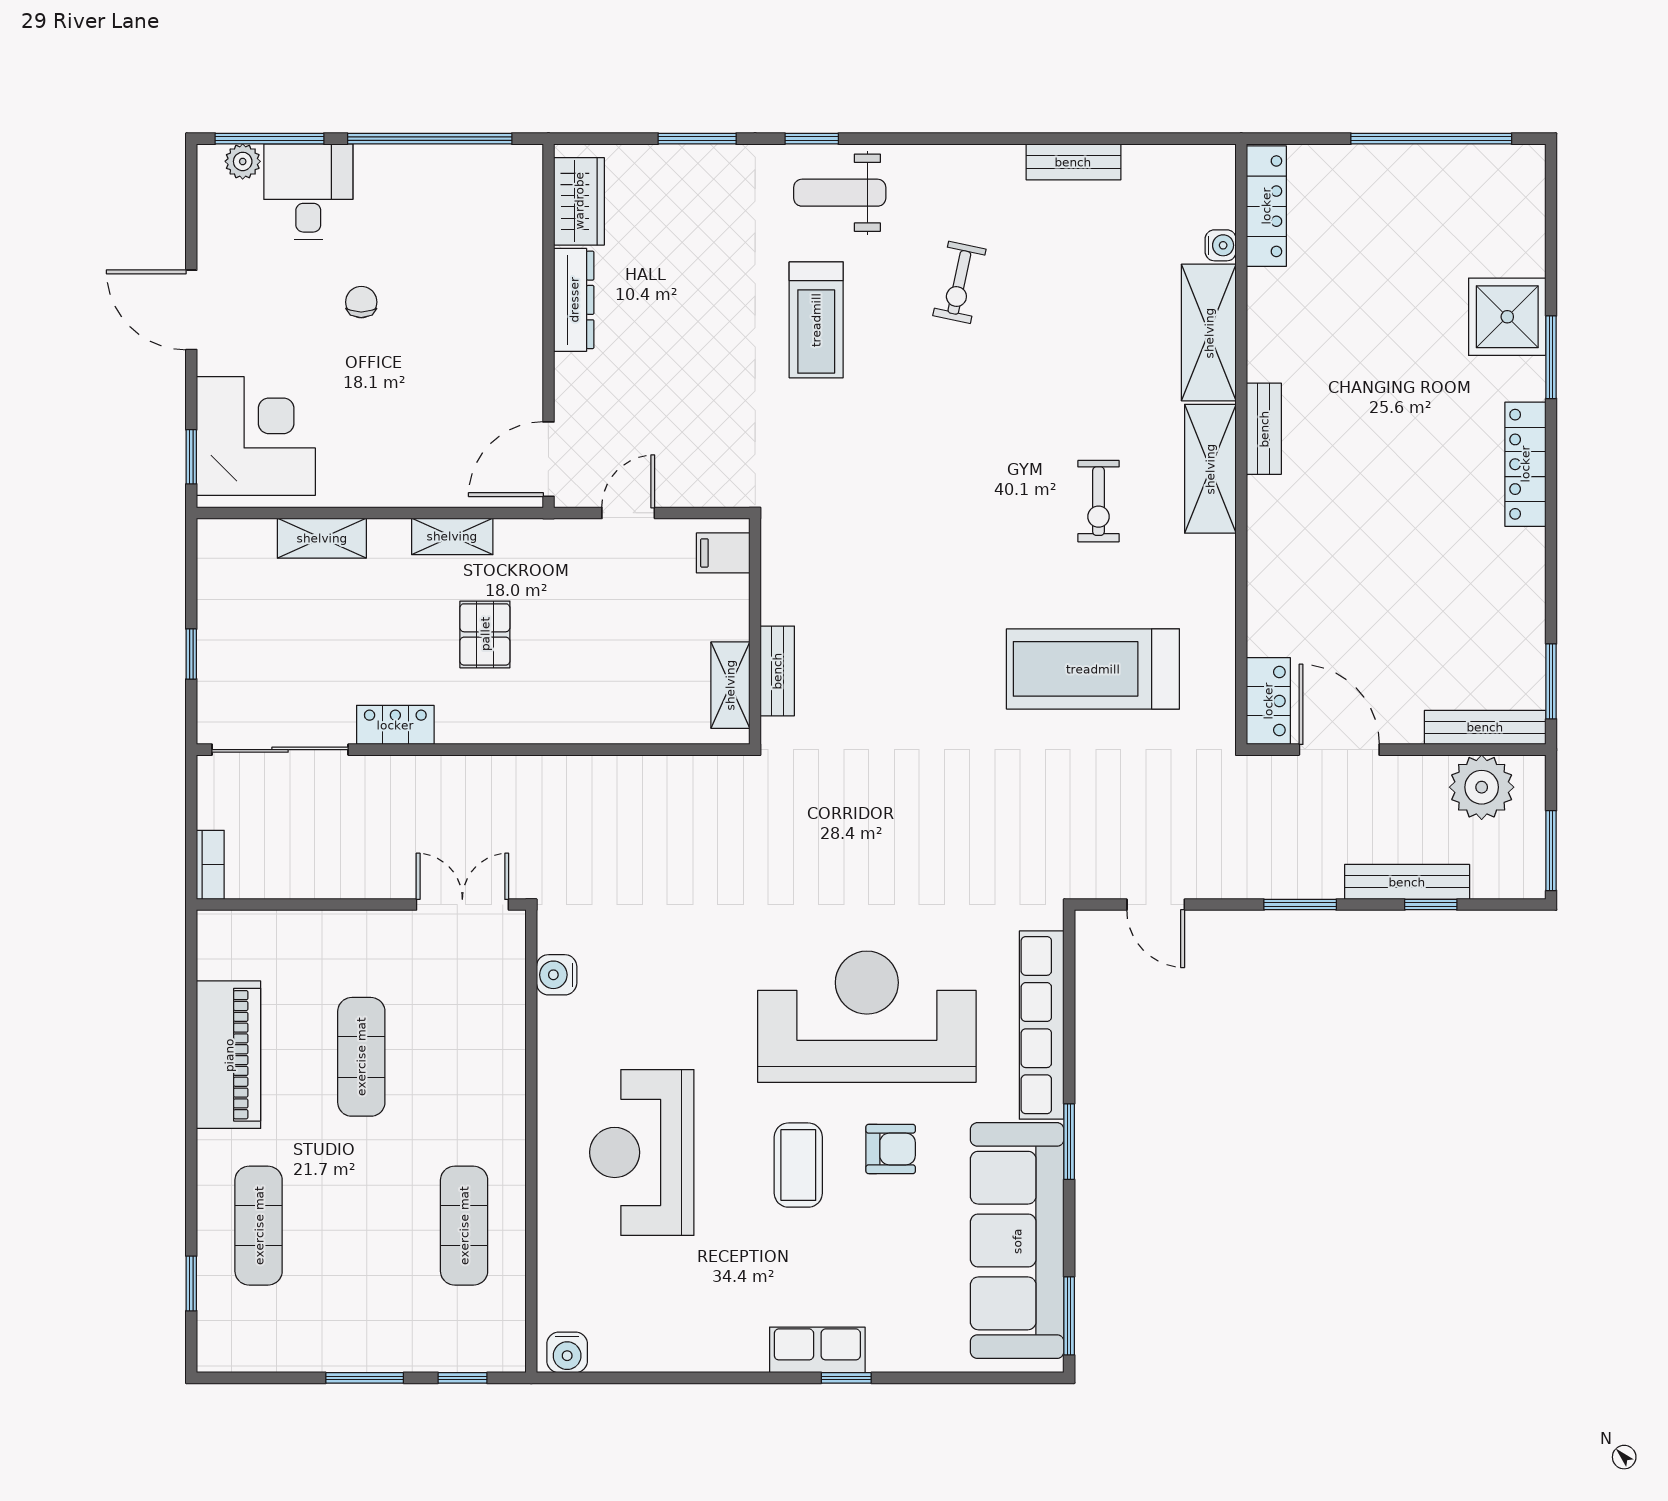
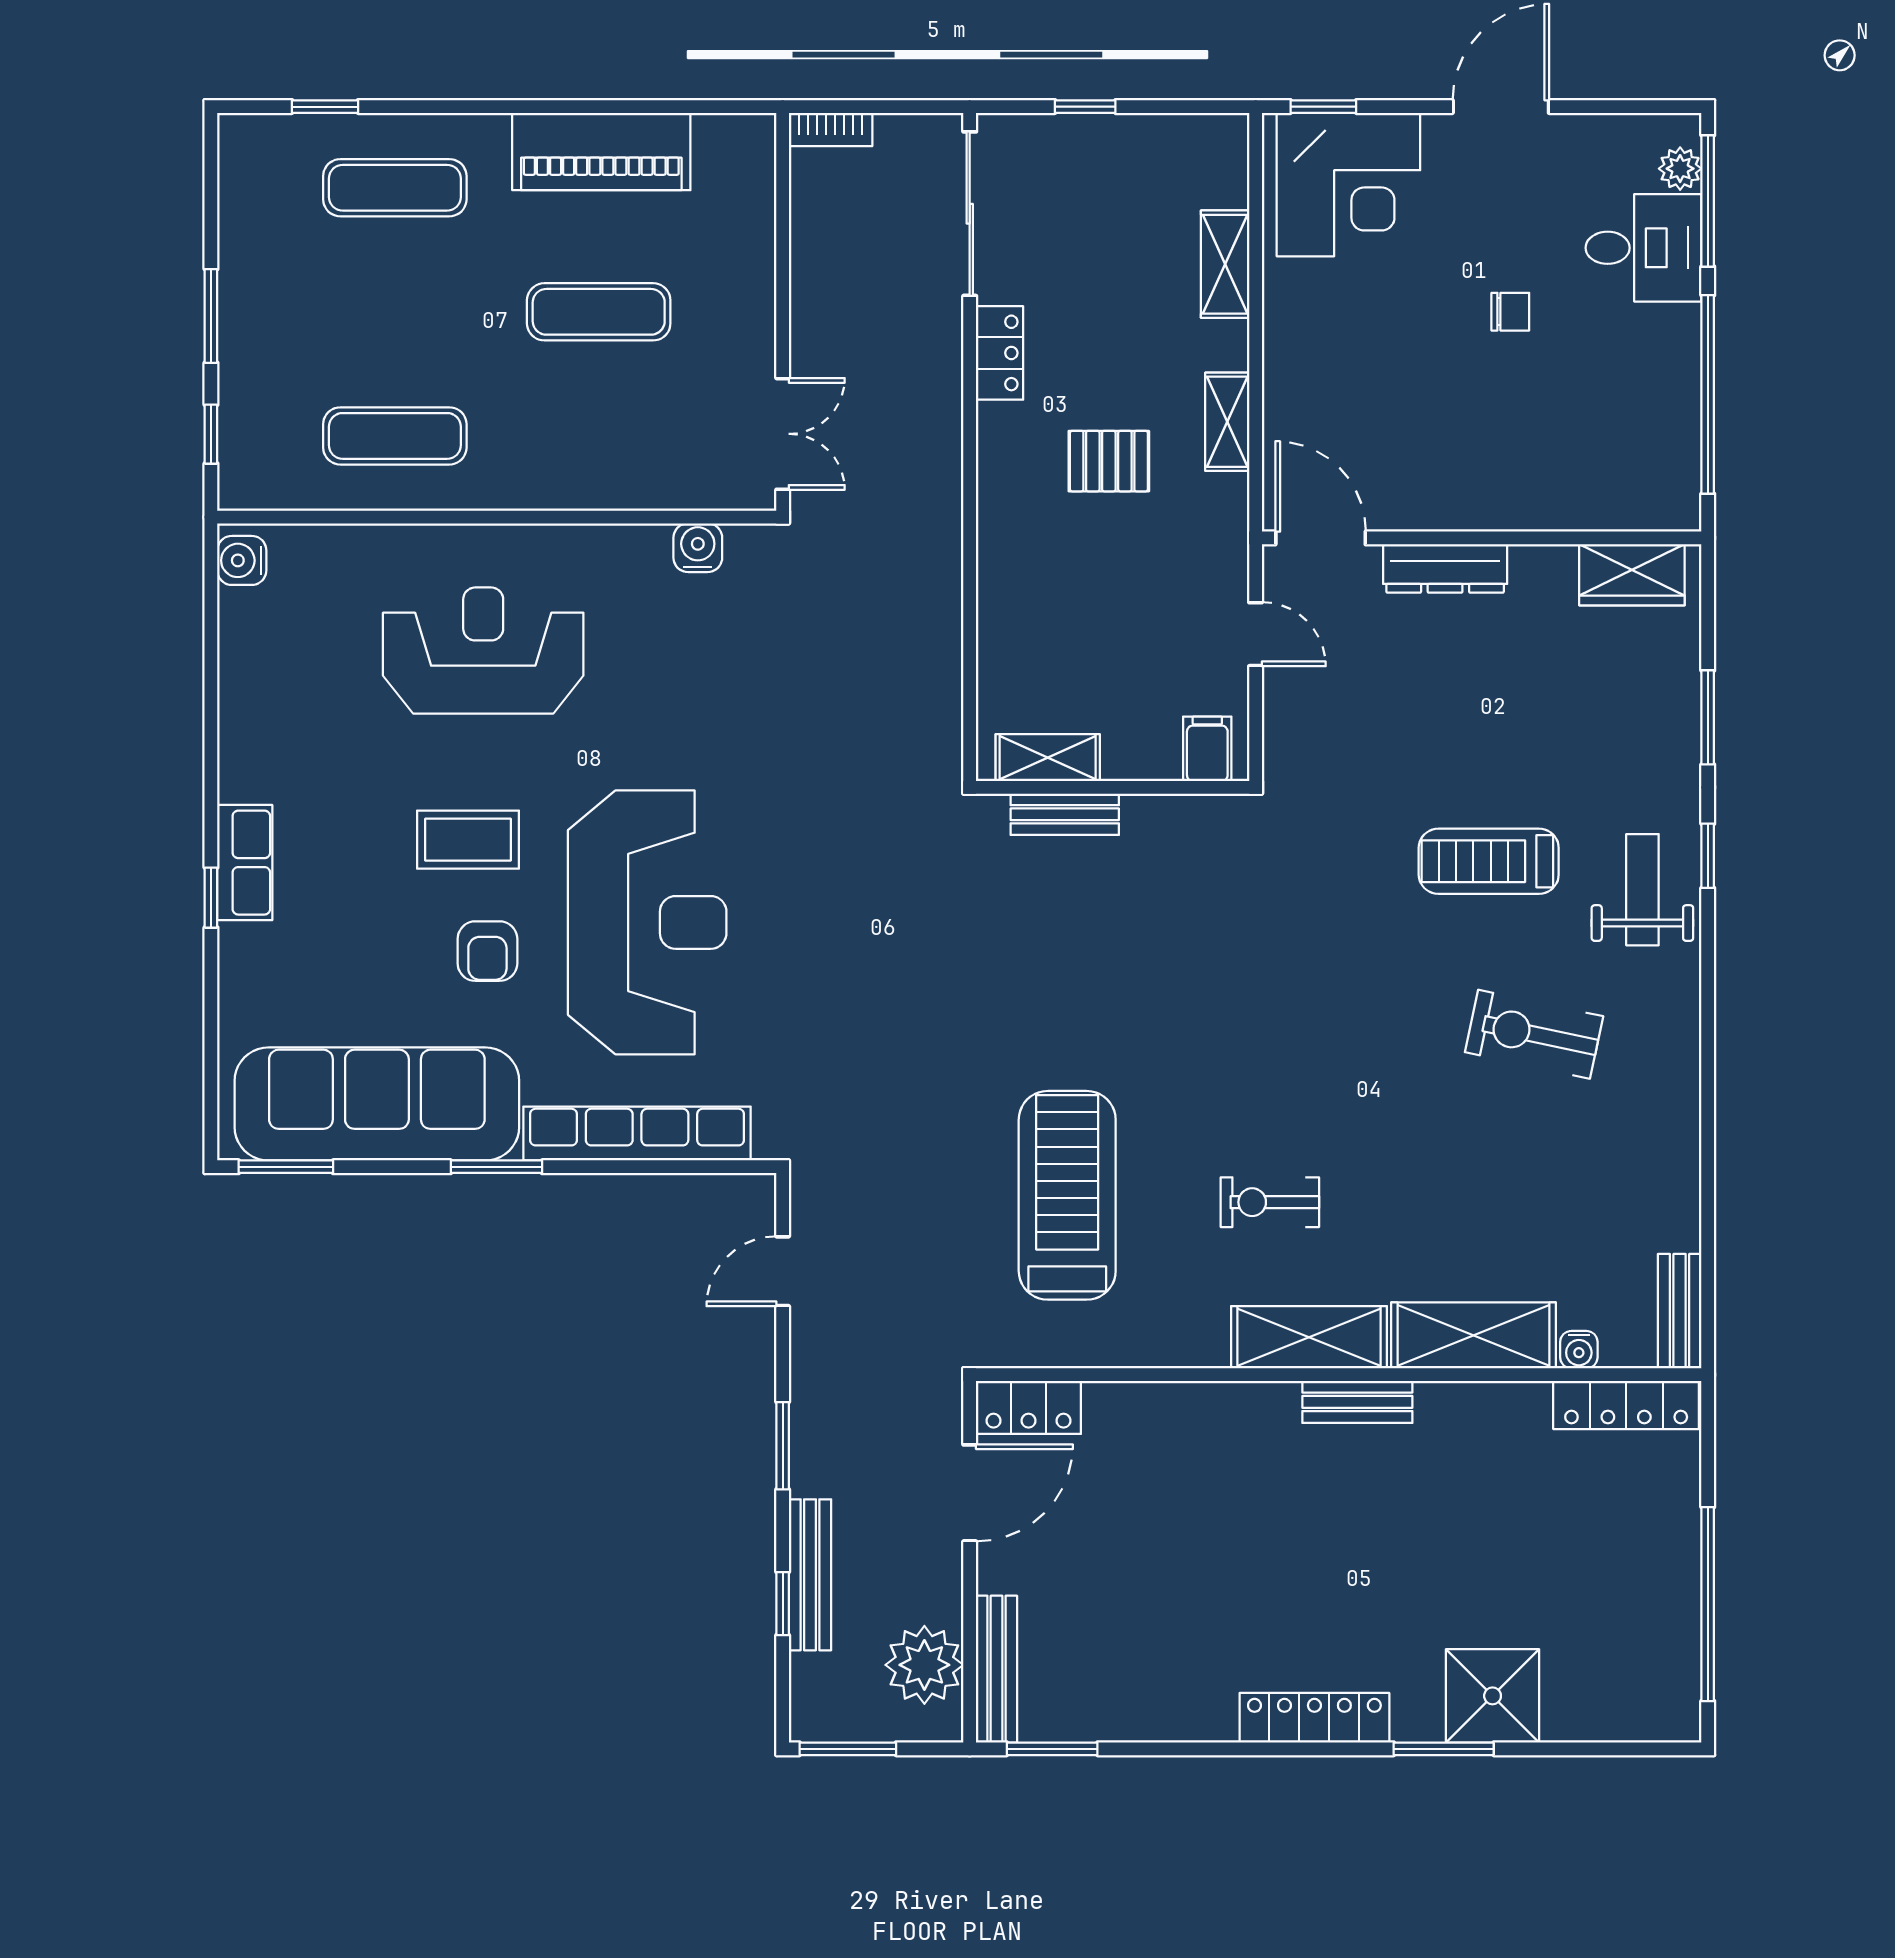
bench: (1073, 162) -> (1680, 1311), moved
exercise bike: (959, 282) -> (1534, 1034), width x1.38, depth x1.39
dresser: (574, 300) -> (1445, 568), moved

